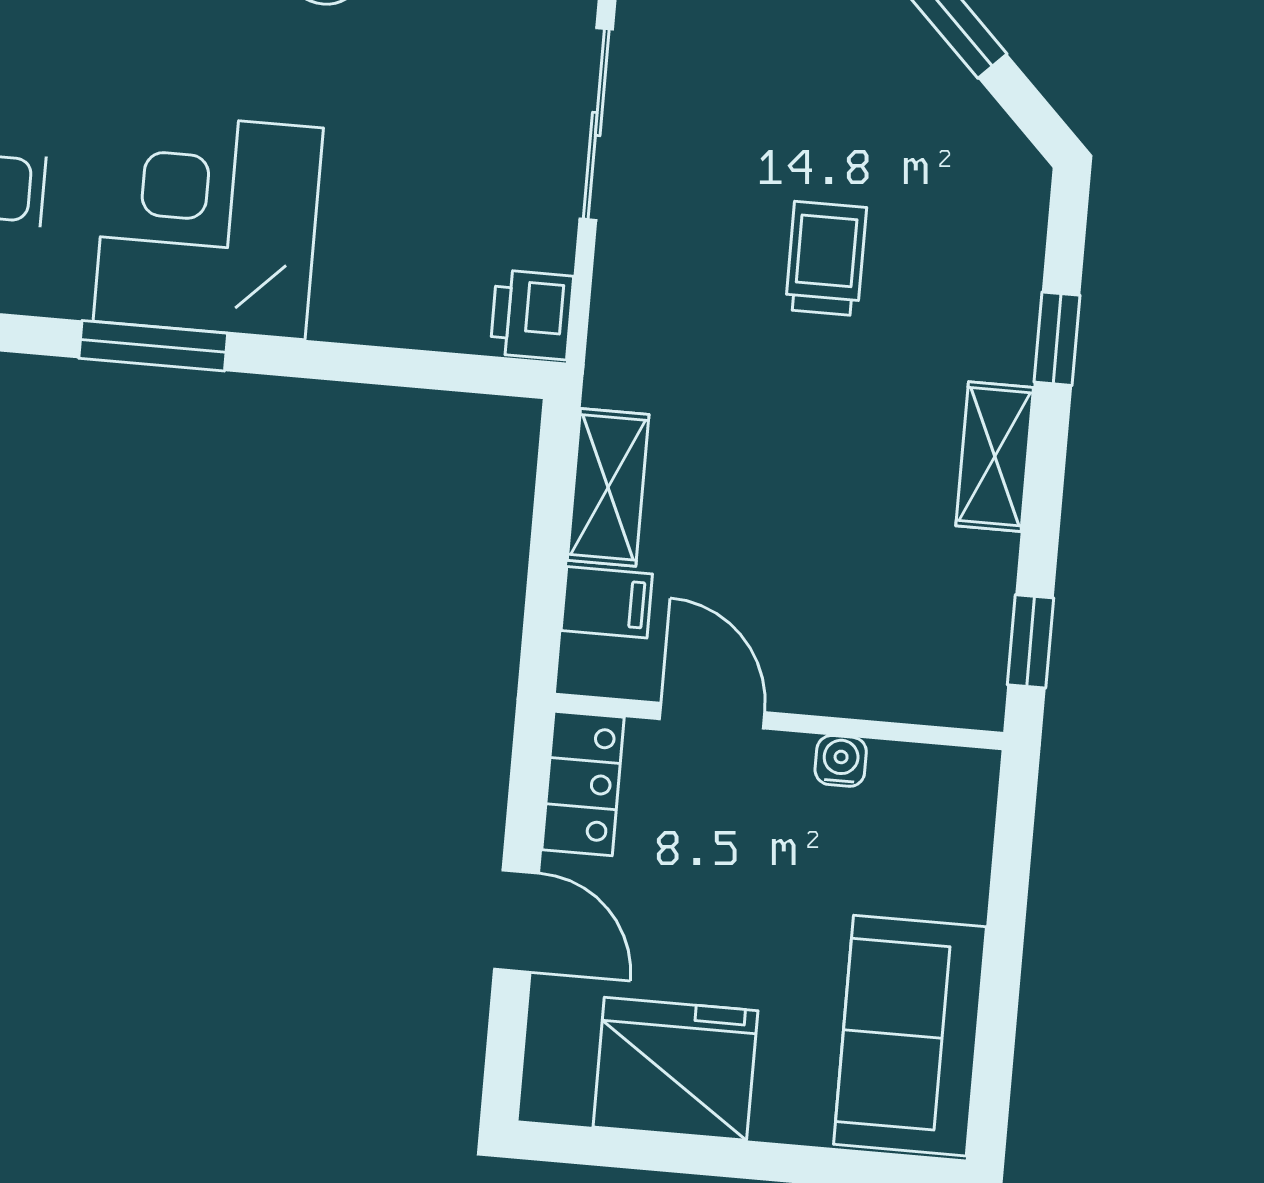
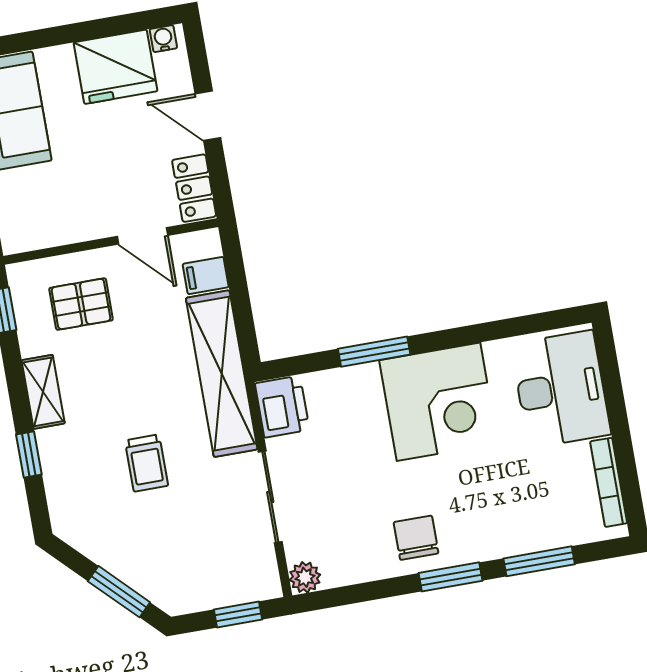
printer: (532, 315) -> (282, 407), width x1.36, depth x1.24
window: (153, 346) -> (374, 352), moved
shelving: (608, 487) -> (222, 374), width x2.20, depth x1.33
pallet: (872, 612) -> (81, 304), added
water cooler: (841, 761) -> (163, 39), moved, turned 180

